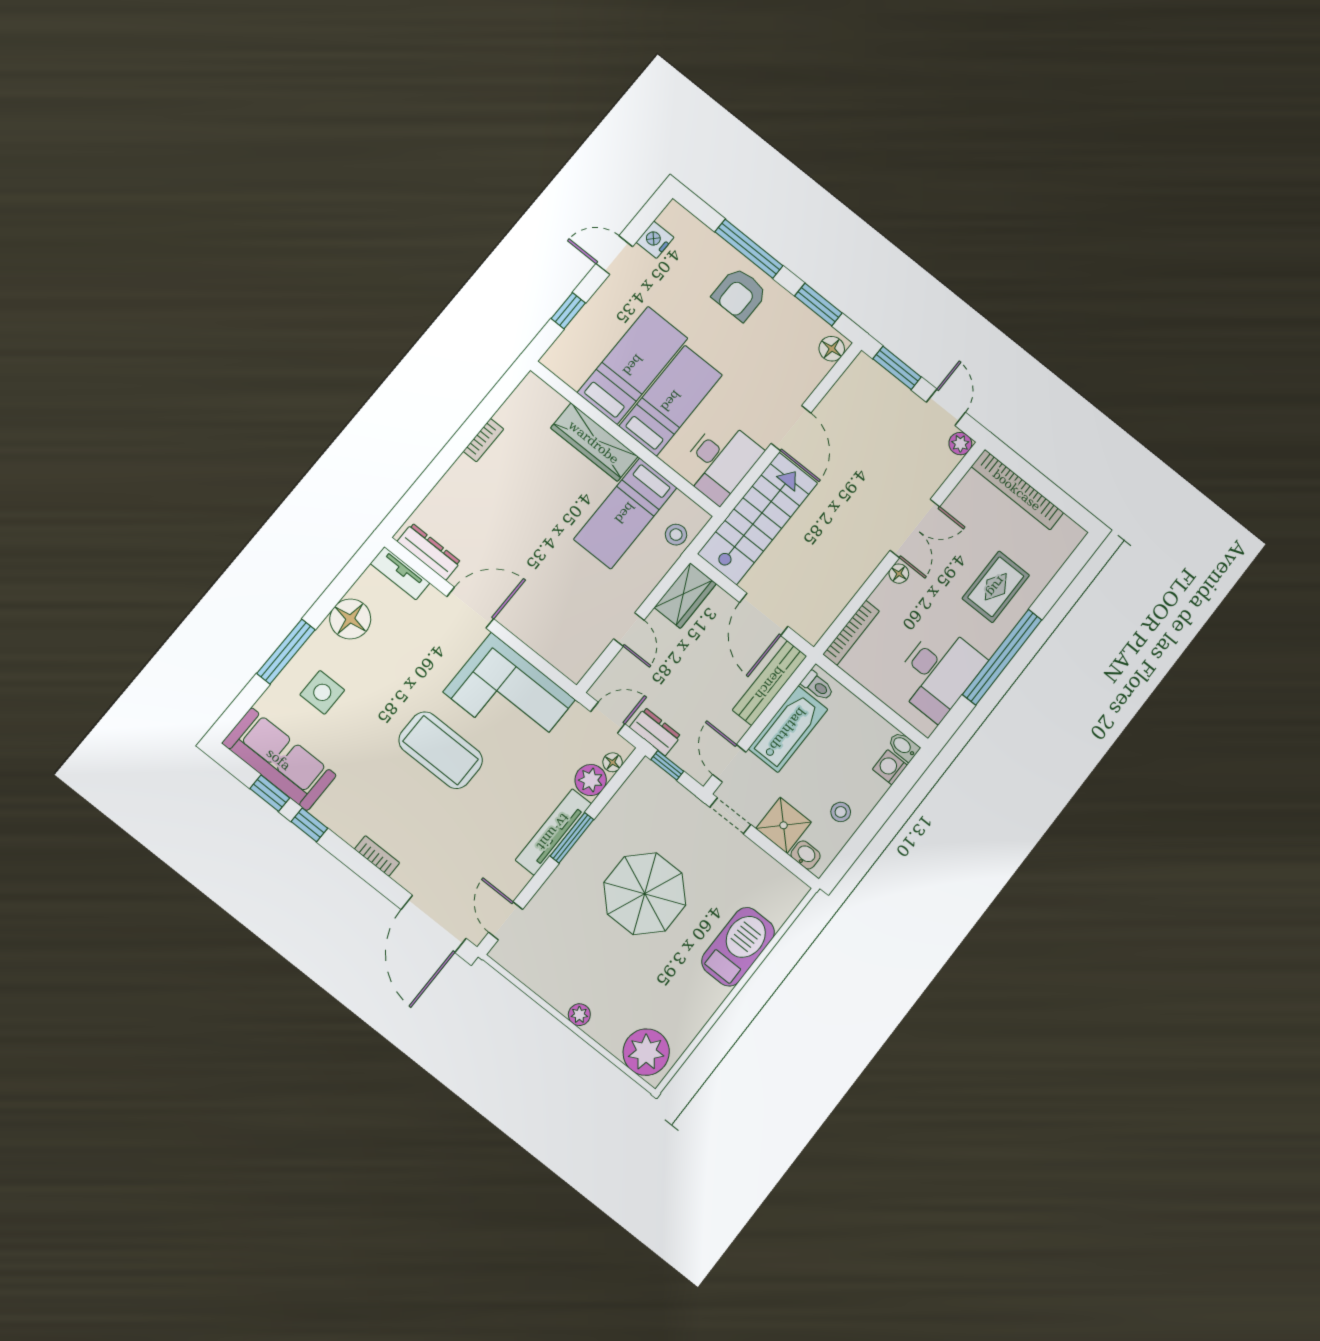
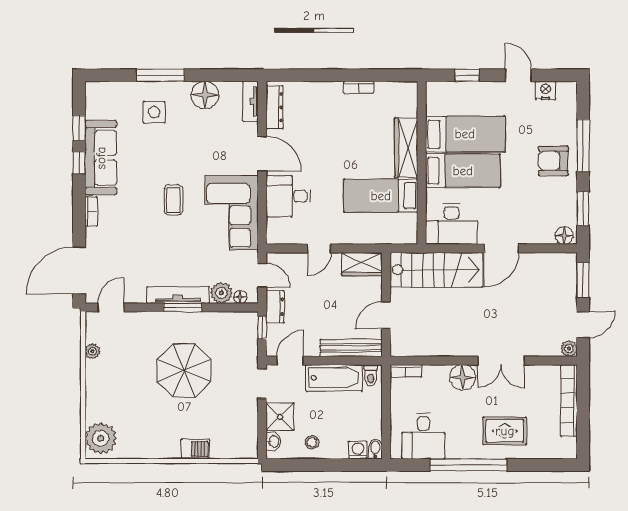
stool: (676, 535) -> (391, 232), removed
floor lamp: (899, 574) -> (462, 378), width x1.89, depth x1.89
door: (764, 614) -> (386, 315), width x0.73
desk: (542, 617) -> (288, 196), added
bookcase: (851, 633) -> (406, 371), width x0.64
desk: (938, 672) -> (423, 436), width x0.73
coffee table: (441, 750) -> (173, 200), width x0.54, depth x0.58
sofa: (279, 759) -> (101, 158), moved
barbecue: (738, 947) -> (195, 449), width x0.53, depth x0.65
plant: (579, 1015) -> (92, 351), moved

